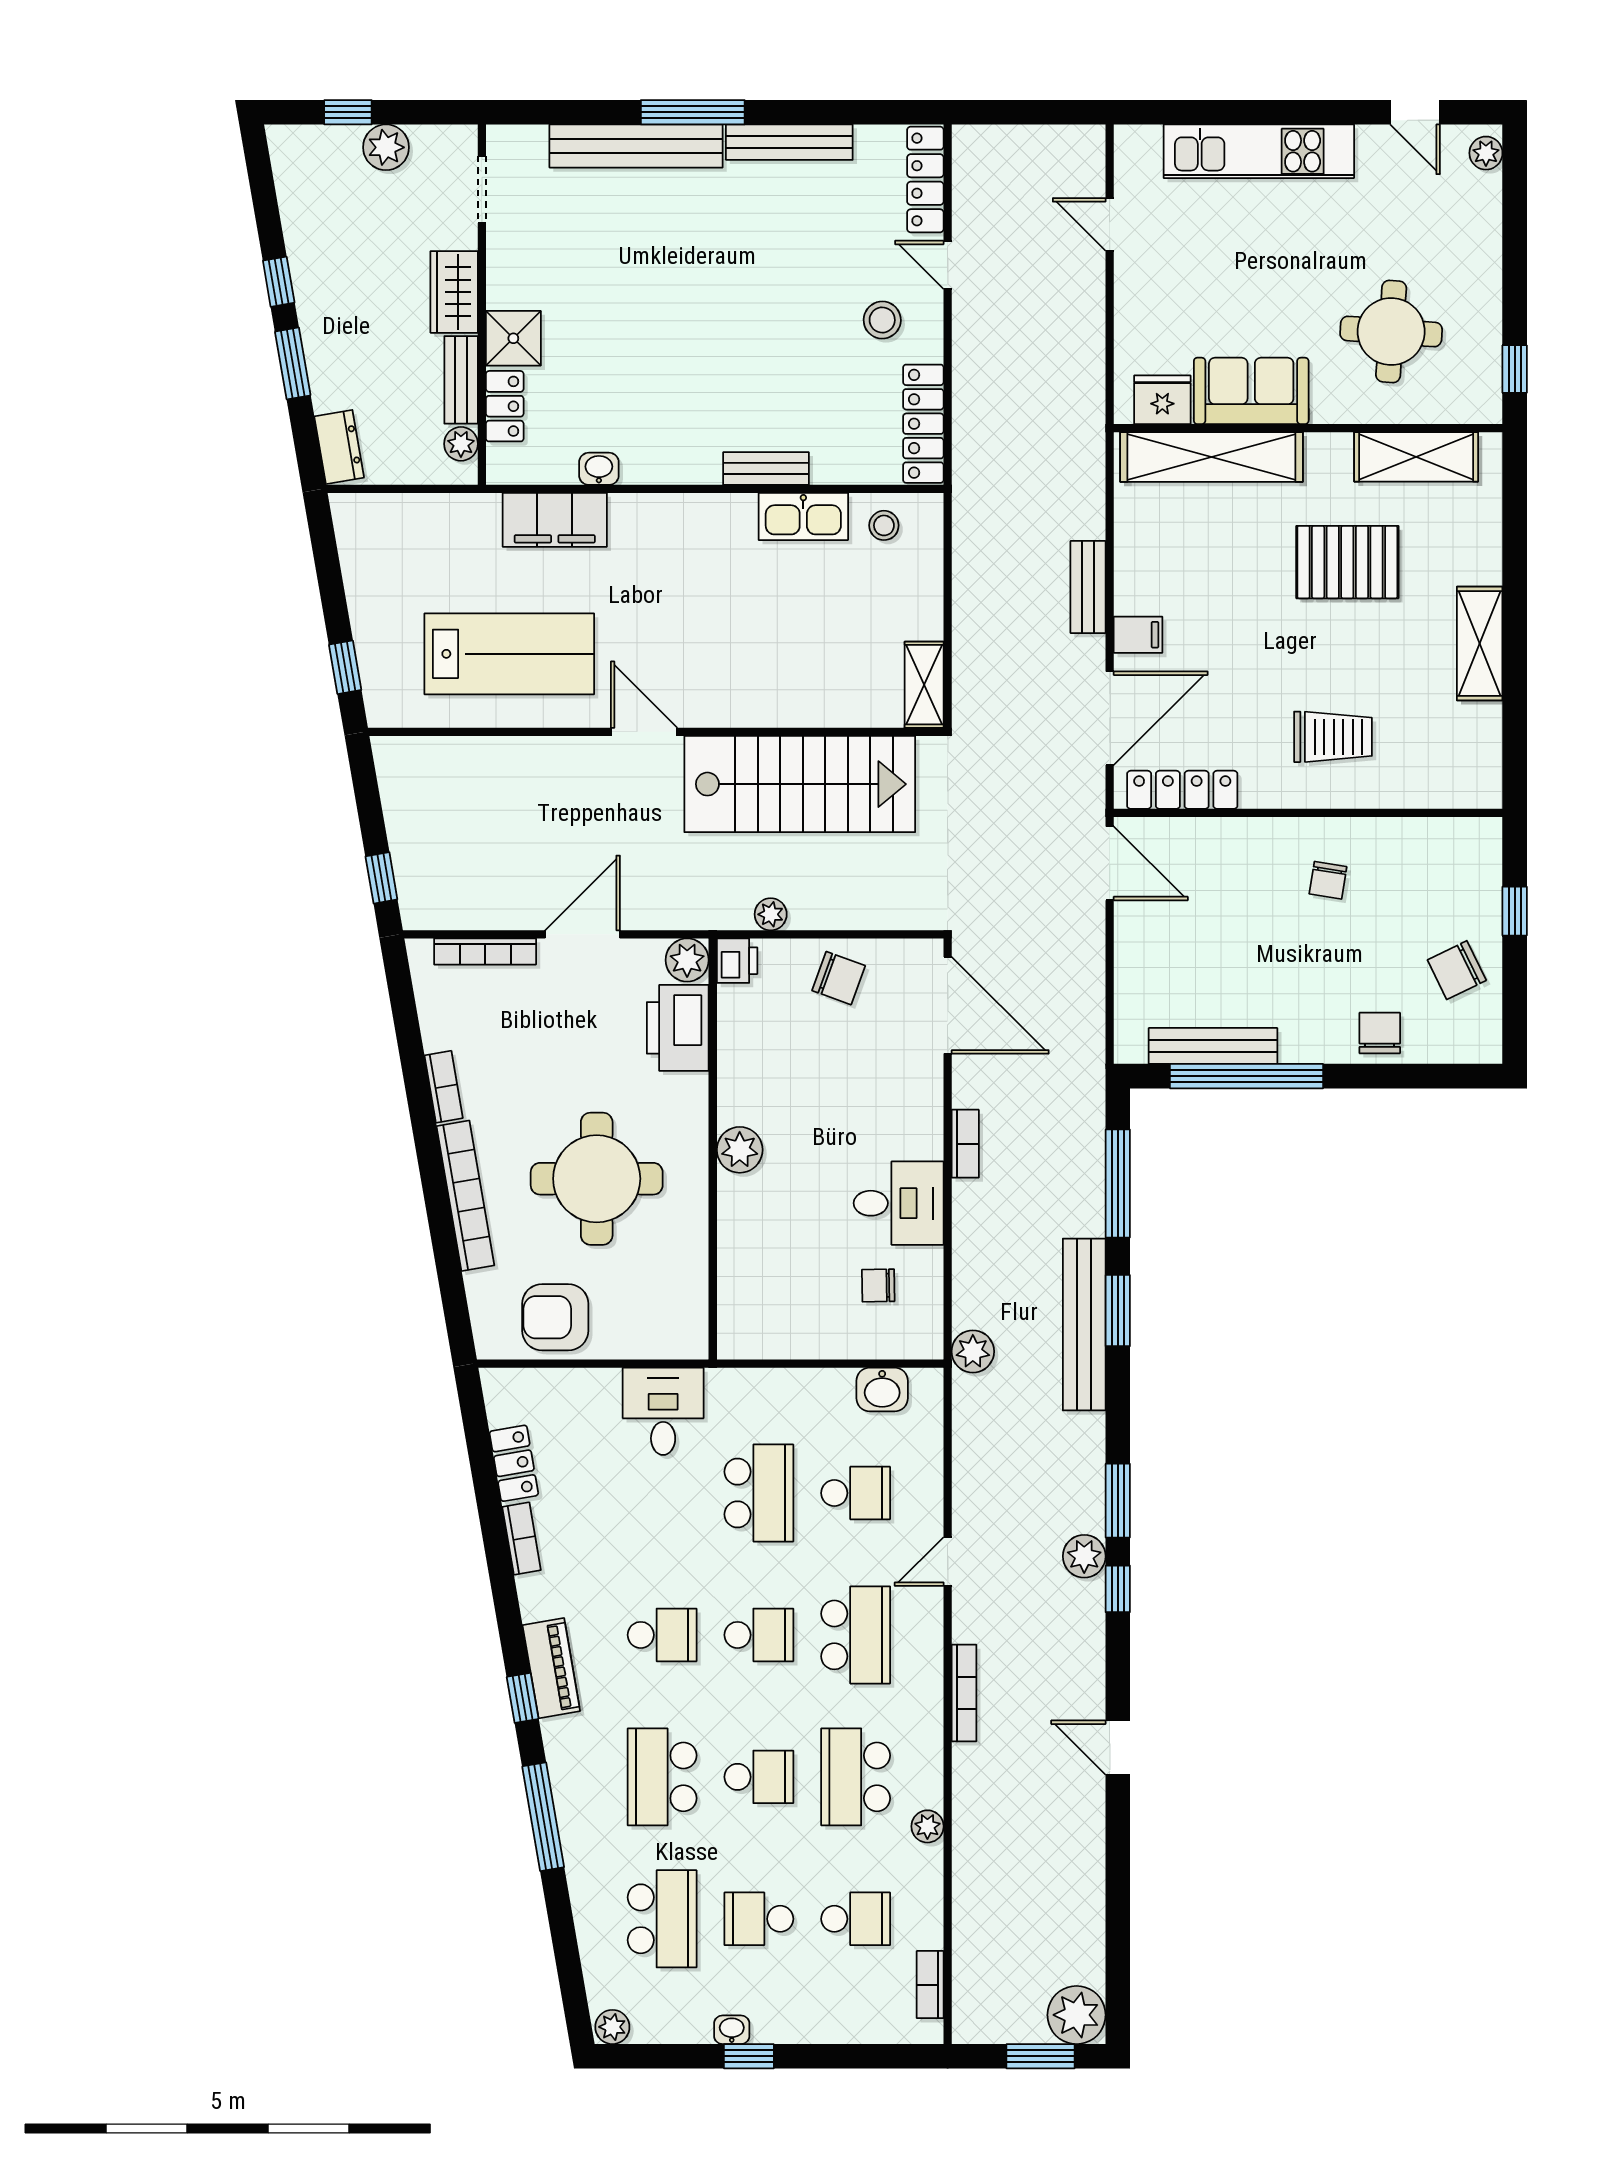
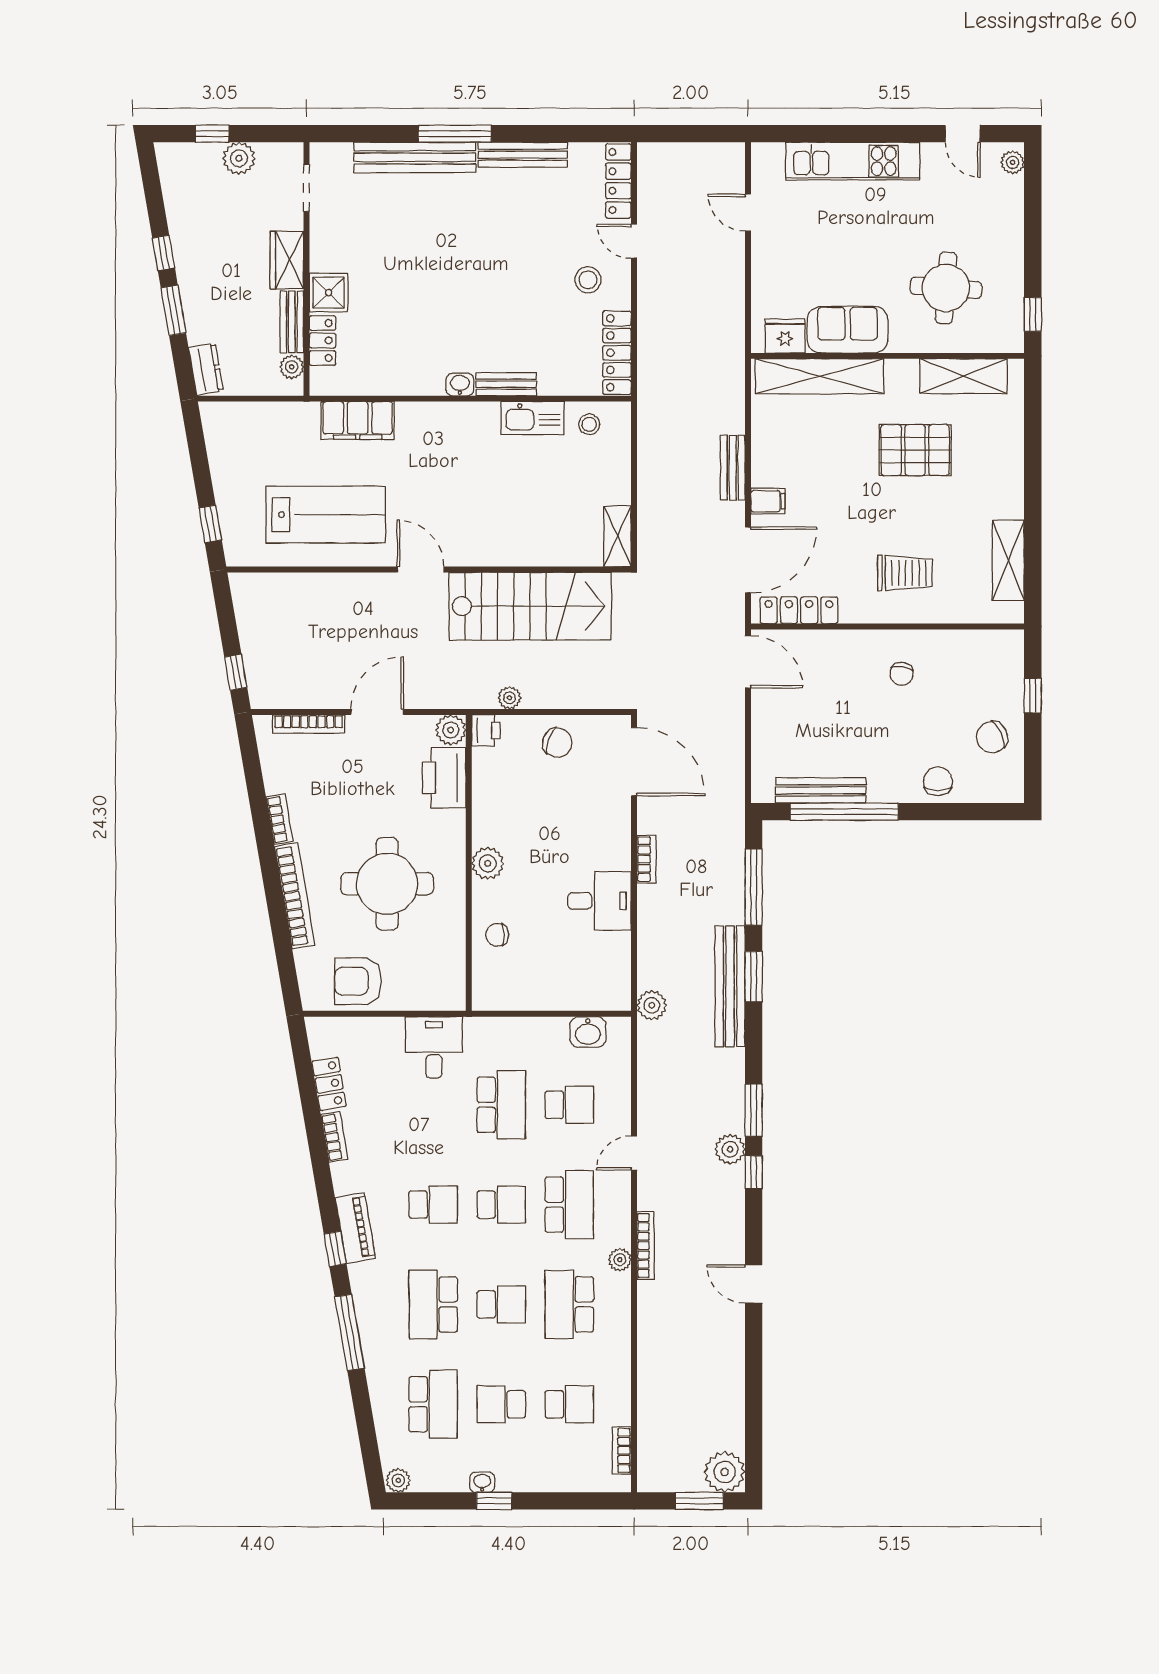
washbasin: (599, 469) -> (460, 384), moved
shelving: (1480, 643) -> (1008, 560), moved
chair: (878, 1285) -> (497, 935), moved
plant: (927, 1826) -> (620, 1260), moved

